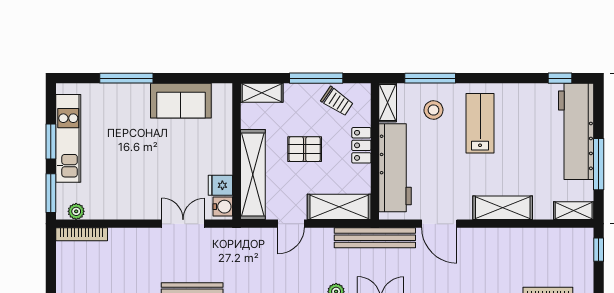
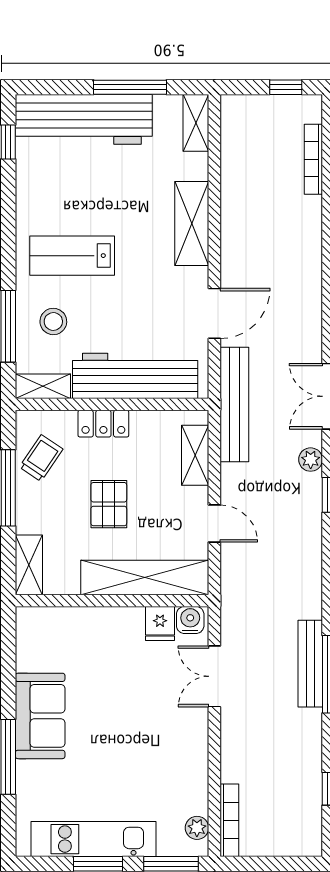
sofa: (181, 101) -> (40, 716), moved
shelving: (339, 207) -> (195, 455), width x0.67, depth x0.75
window: (599, 250) -> (286, 87), moved

